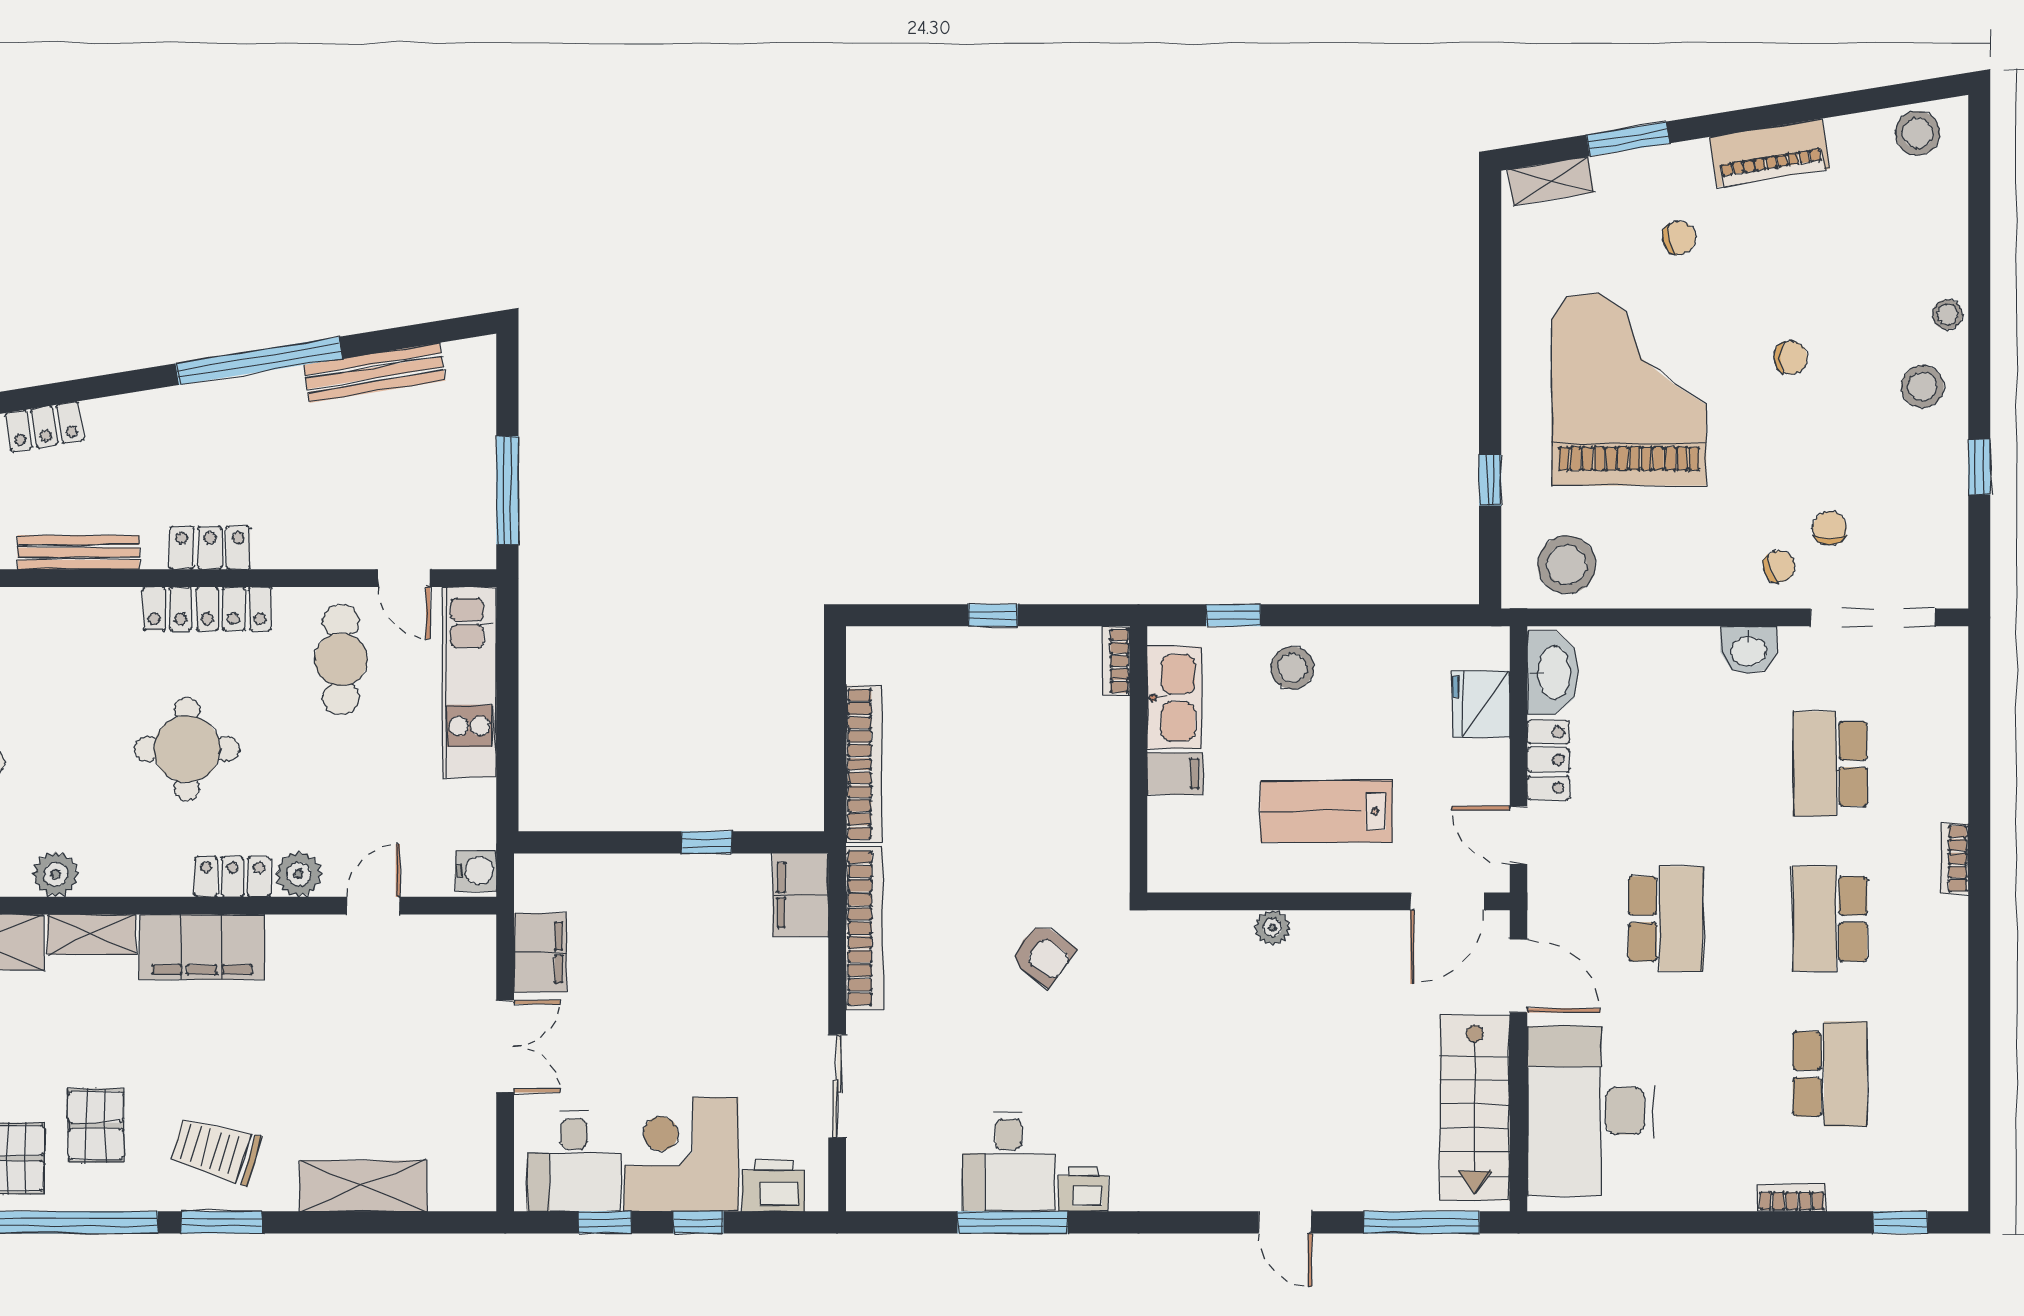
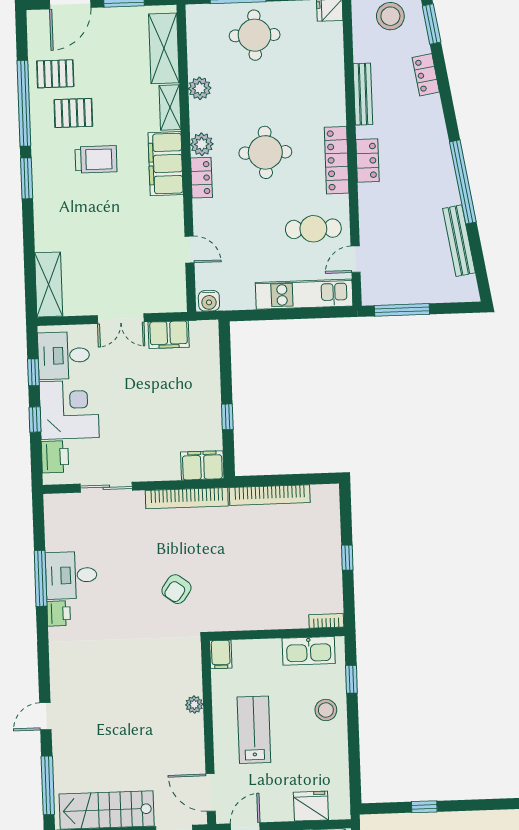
filing cabinet: (1175, 774) -> (221, 654), moved
plant: (299, 874) -> (202, 144), moved
trolley: (216, 1150) -> (96, 159), moved, turned 74
shelving: (363, 1186) -> (49, 284), moved

